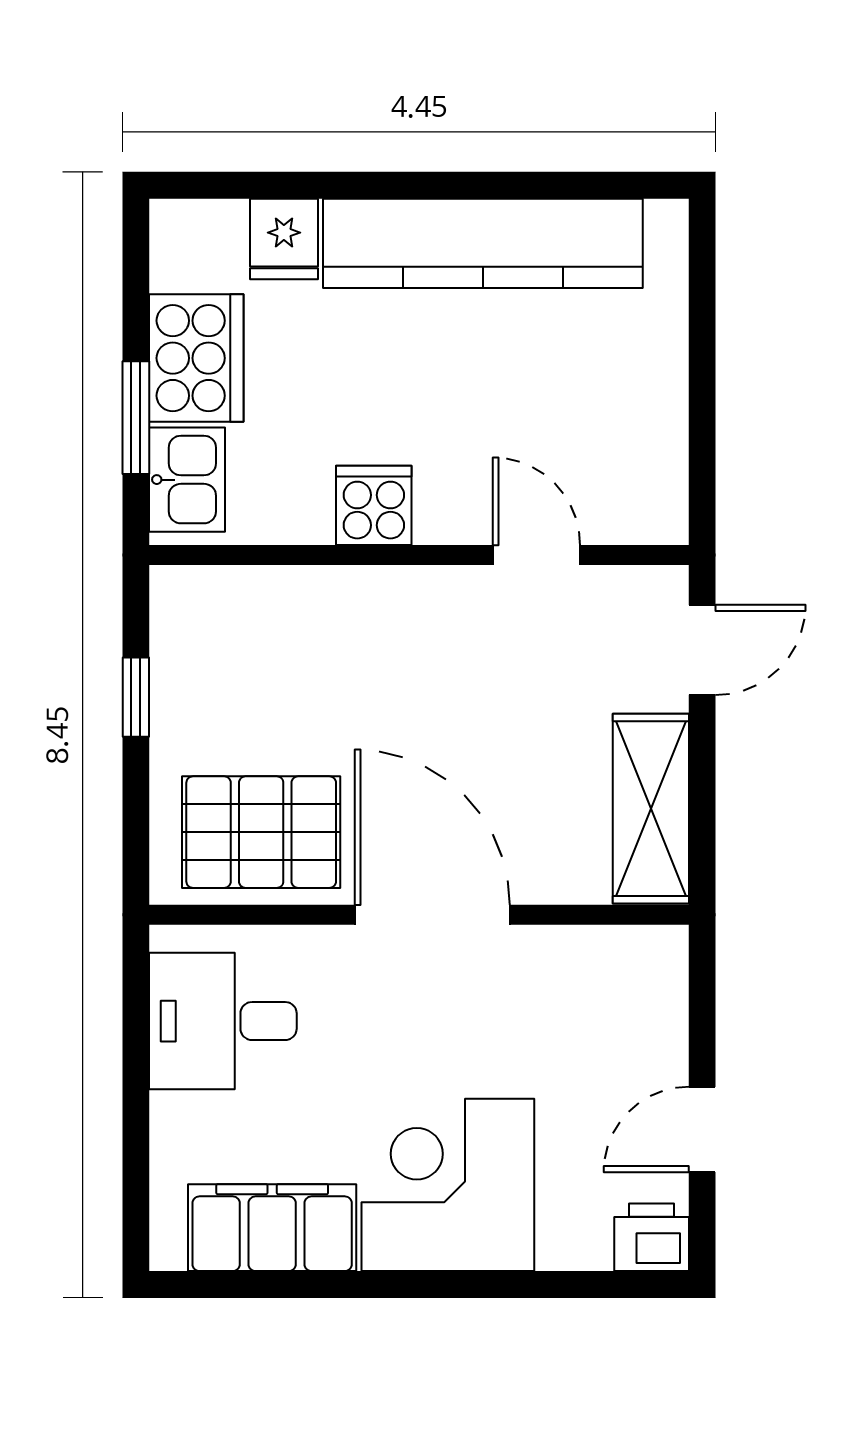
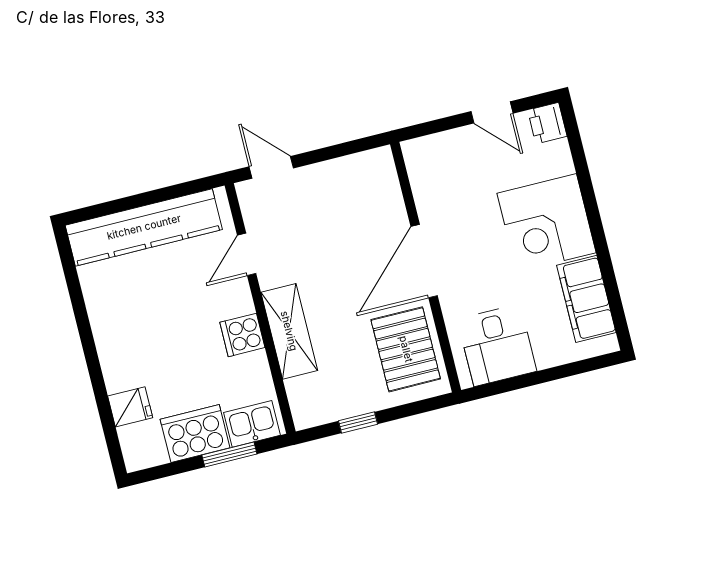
kitchen counter: (483, 243) -> (144, 227), moved, turned 90
shelving: (651, 809) -> (289, 331), moved, turned 90

